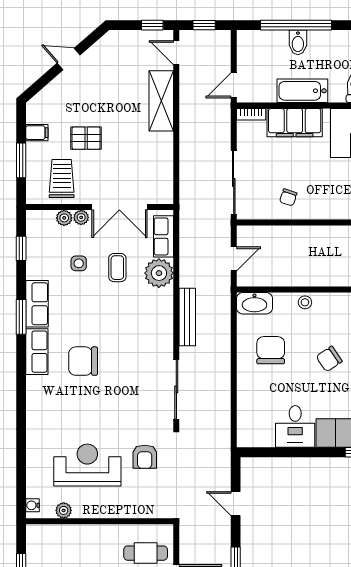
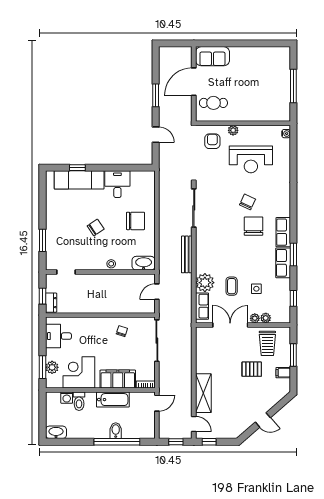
chair: (271, 350) -> (135, 221), moved, turned -90
chair: (83, 361) -> (254, 226), turned -90
chair: (92, 399) -> (248, 202), added
armchair: (145, 457) -> (212, 141), moved
plant: (64, 510) -> (233, 130), moved

